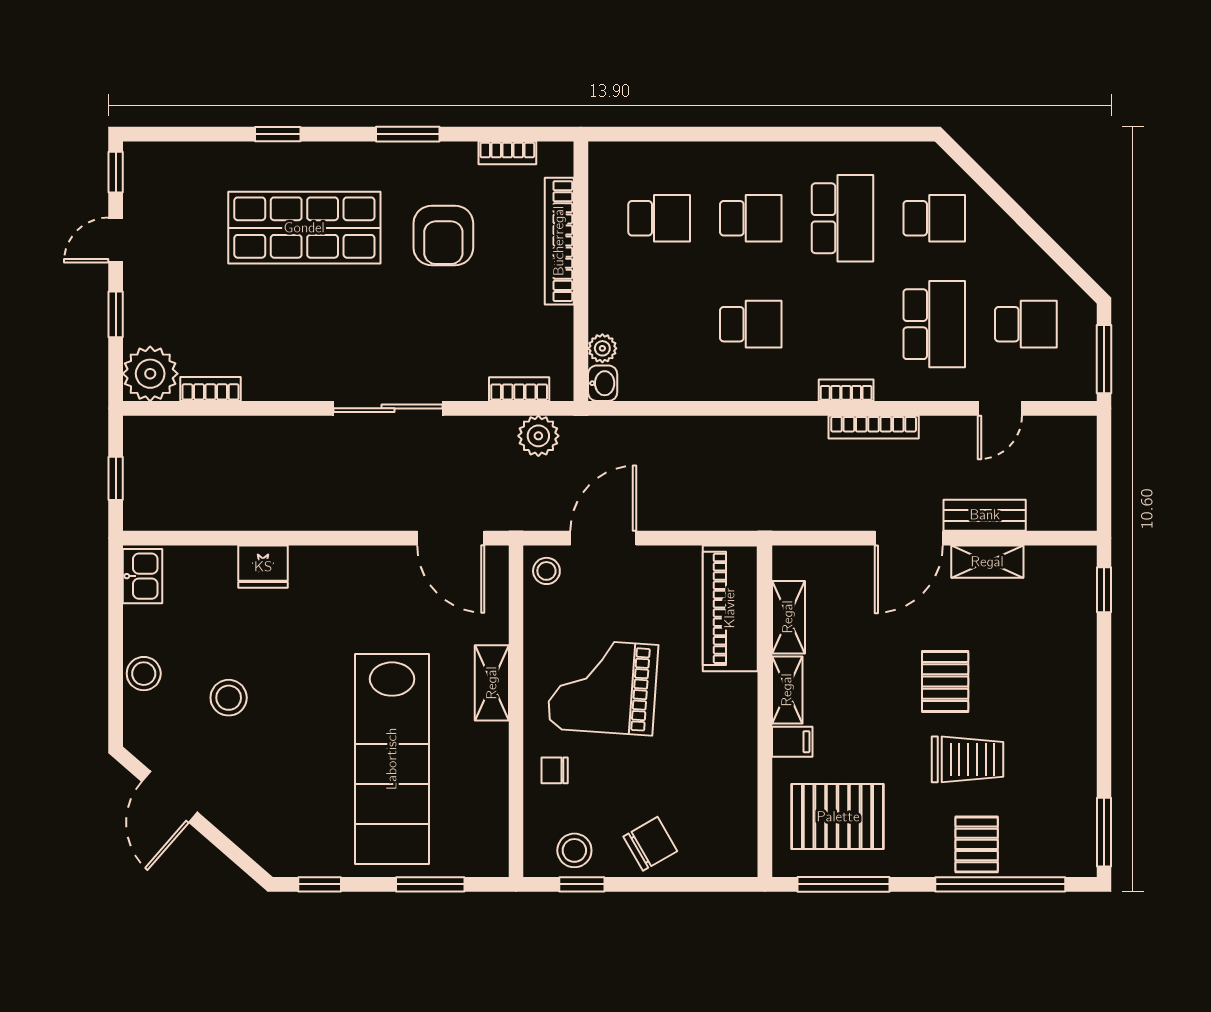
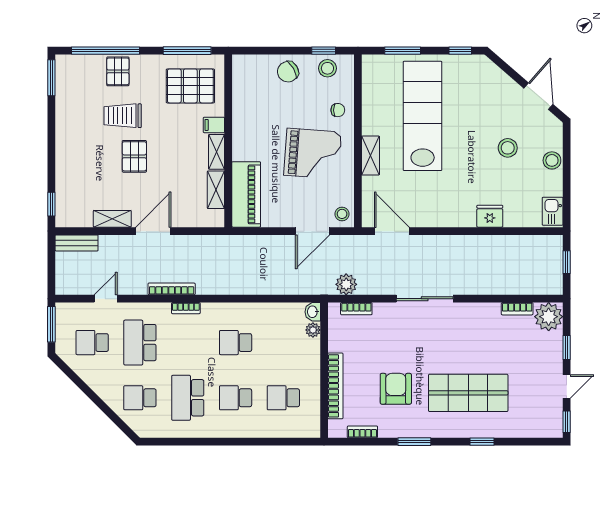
bench: (985, 515) -> (77, 243), moved

